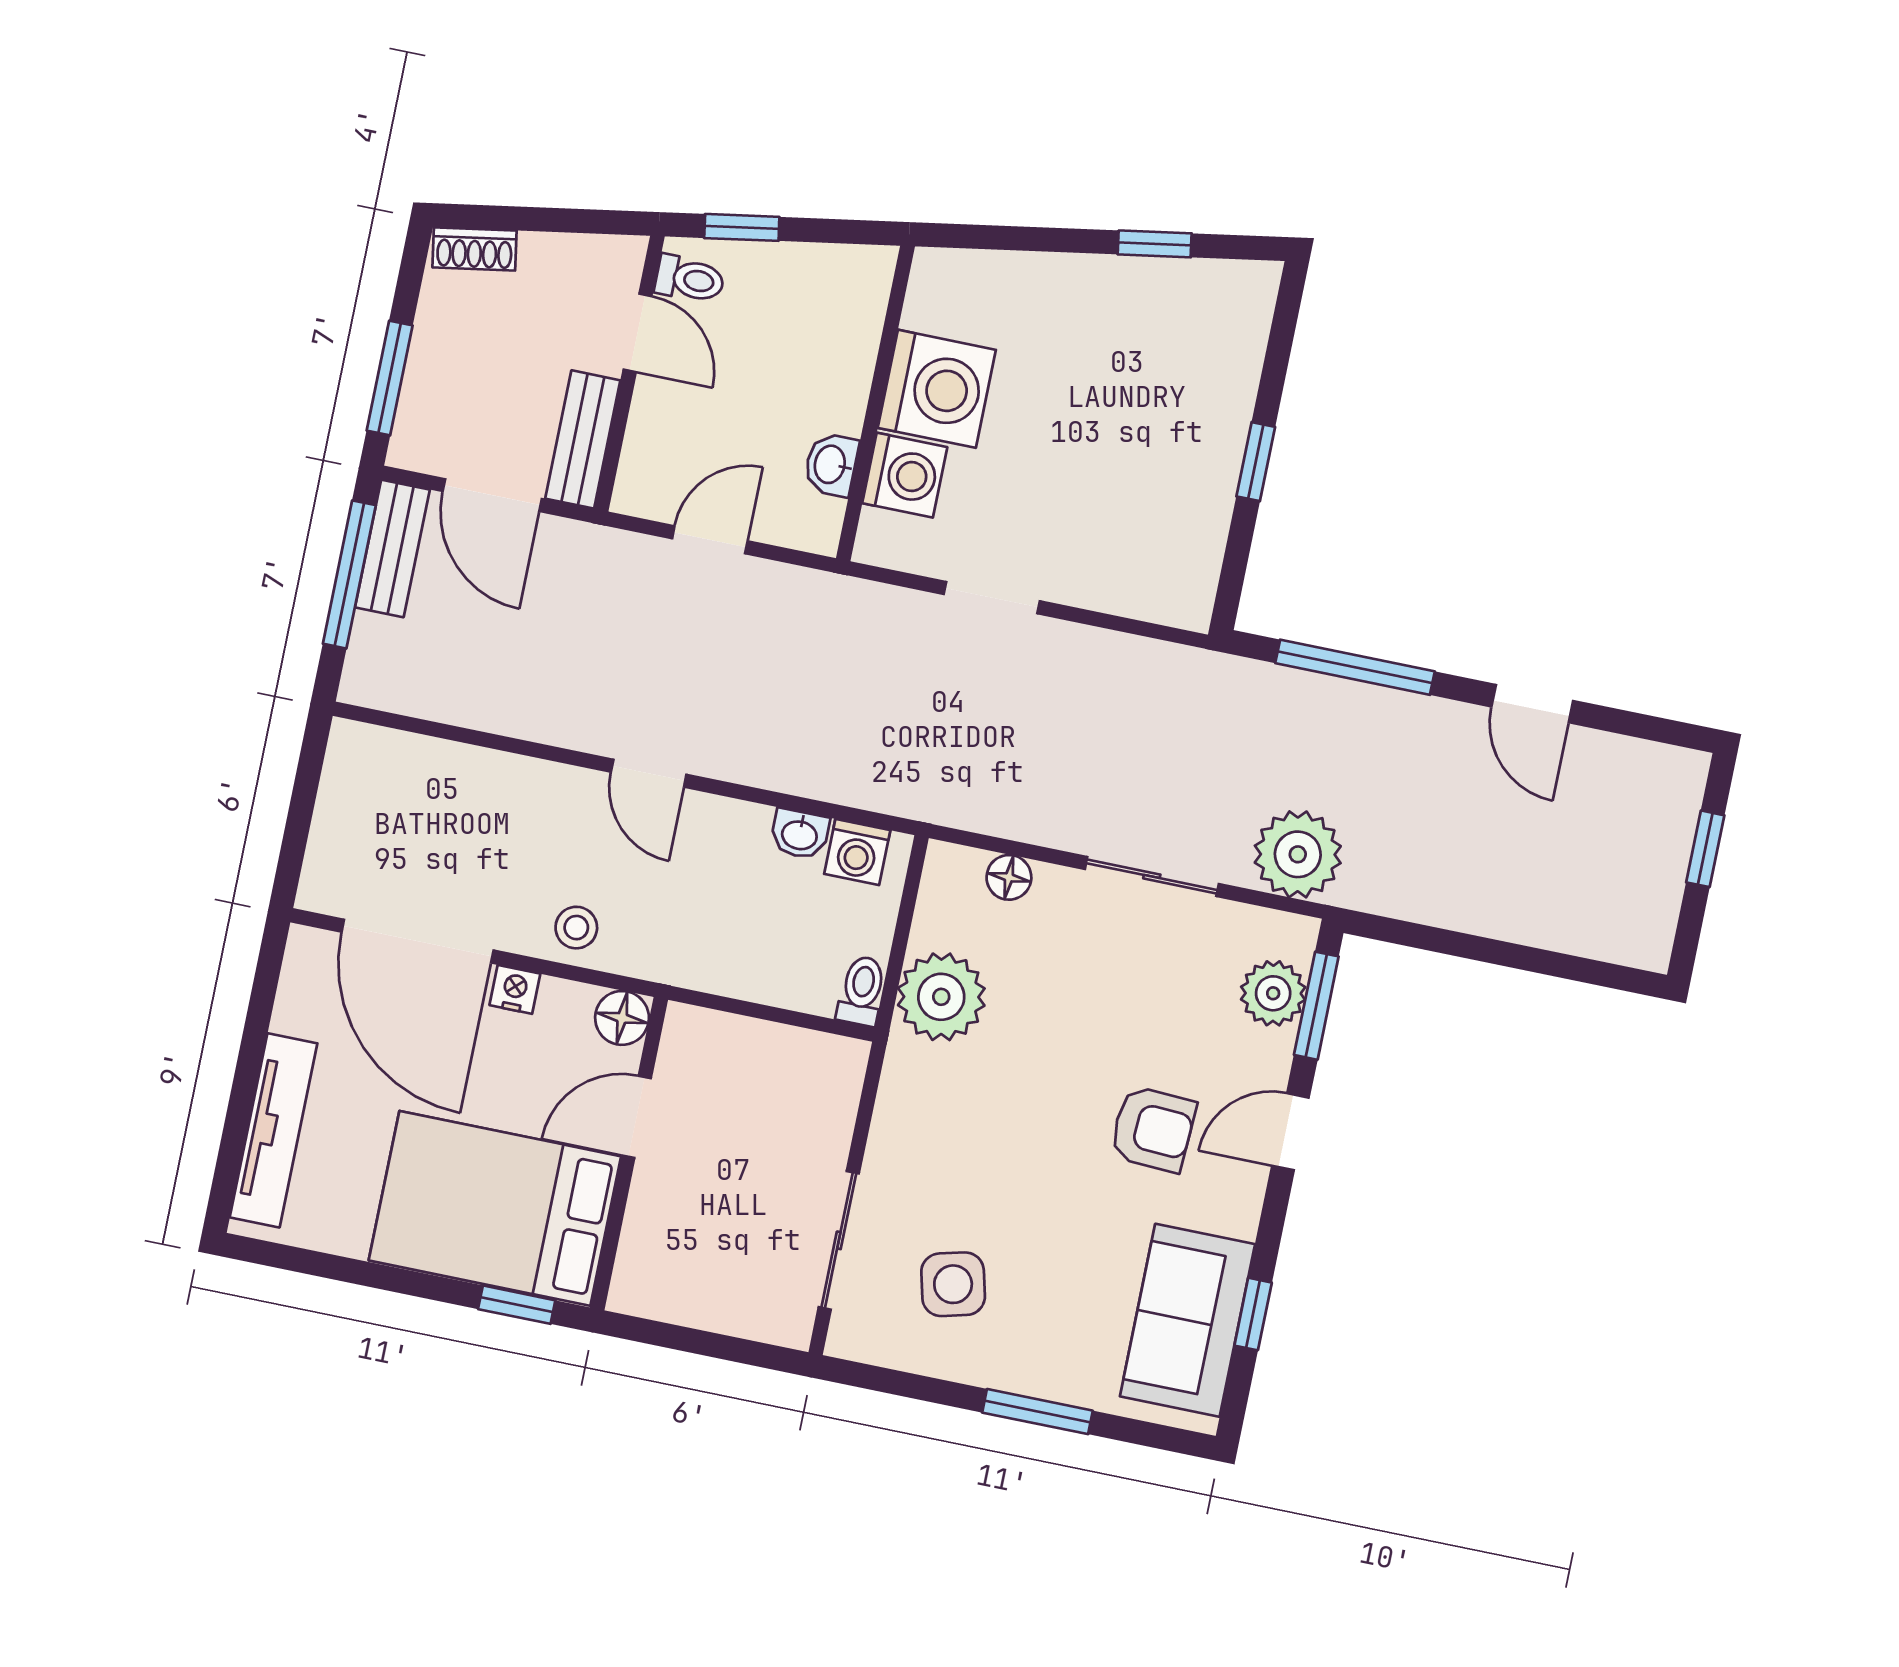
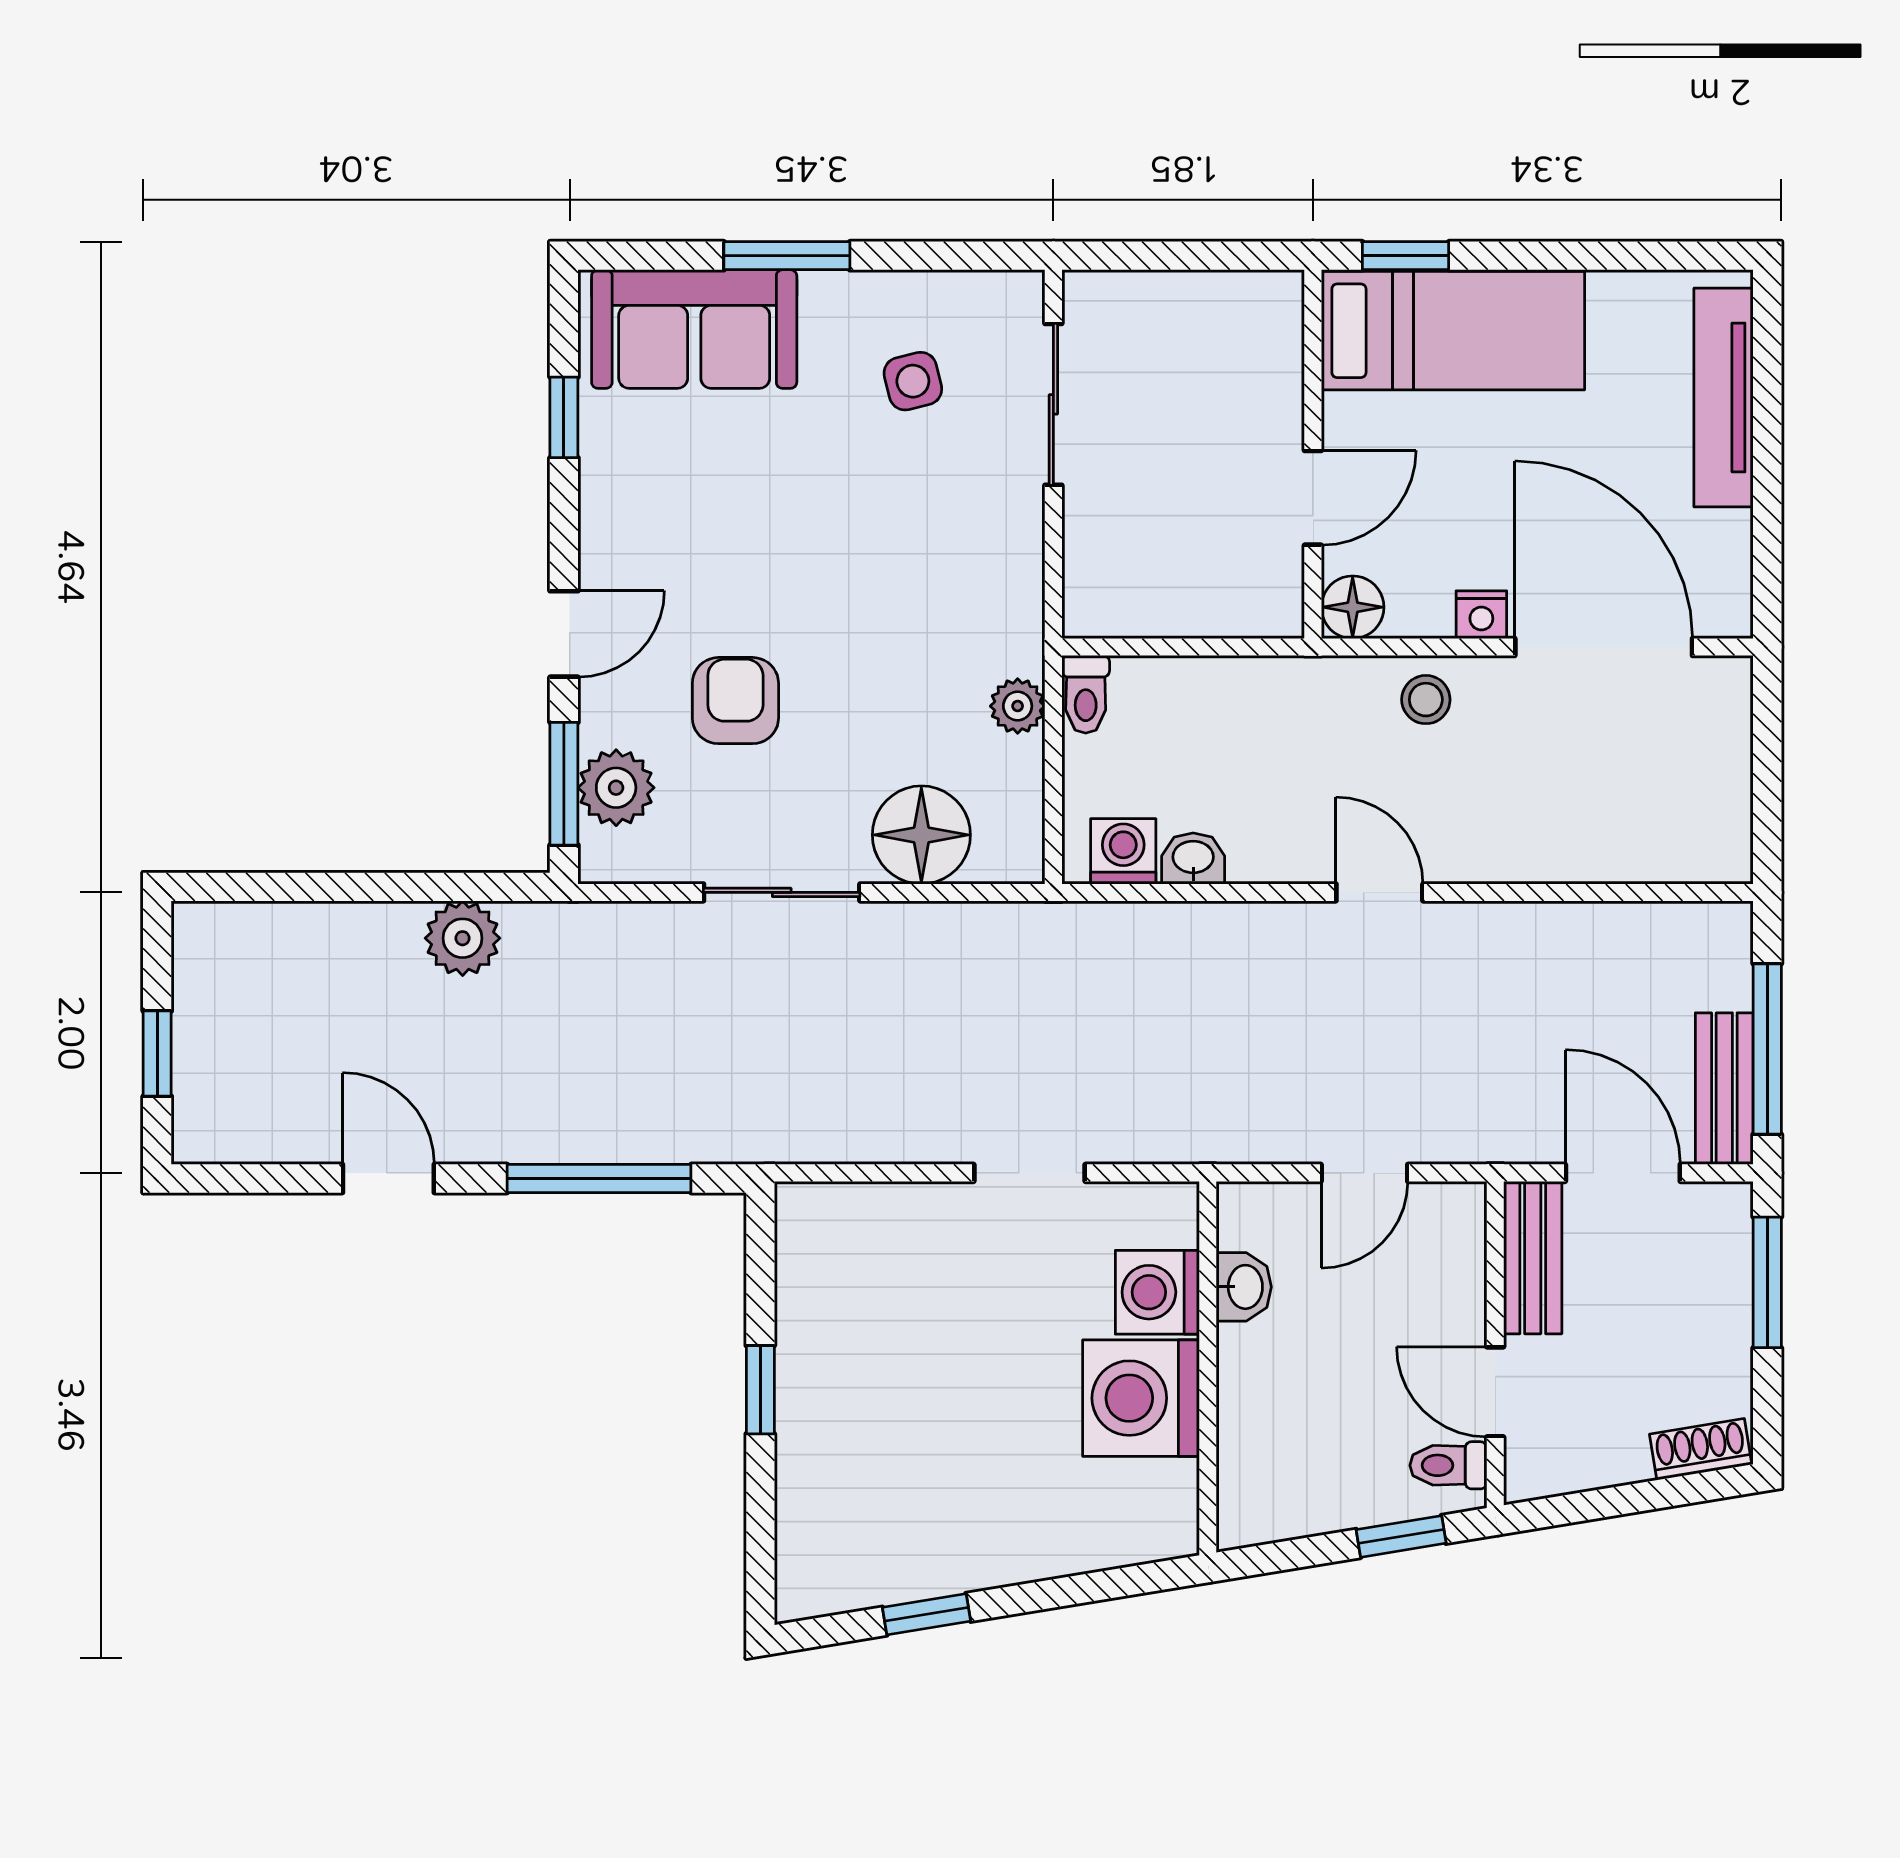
plant: (1298, 854) -> (463, 938), moved, width x0.73, depth x0.73
floor lamp: (1009, 877) -> (921, 835), width x1.89, depth x1.89
plant: (941, 997) -> (1018, 706), width x0.53, depth x0.53
armchair: (1153, 1129) -> (735, 701), moved, turned 87
bed: (495, 1208) -> (1453, 331), width x0.67
side table: (953, 1284) -> (913, 381), width x0.73, depth x0.73
sofa: (1187, 1320) -> (694, 329), moved, turned 90

